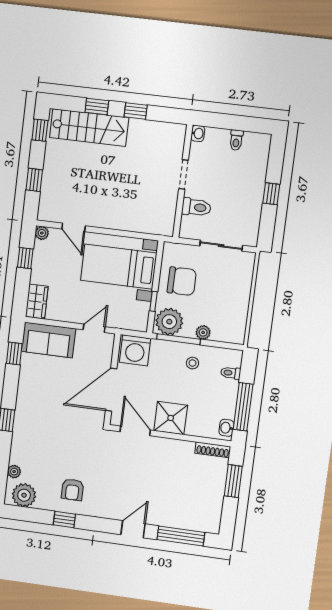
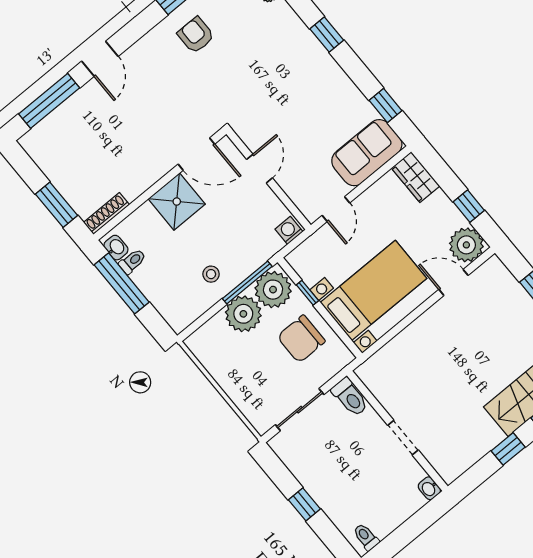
toilet: (236, 140) -> (366, 537), moved
toilet: (196, 207) -> (350, 397), moved, turned -90
plant: (42, 233) -> (466, 245), width x1.88, depth x1.88
plant: (203, 332) -> (243, 314), width x1.87, depth x1.87
washing machine: (135, 350) -> (289, 230), width x0.53, depth x0.53
toilet: (231, 373) -> (132, 261), moved
door: (111, 390) -> (260, 169), width x0.53

